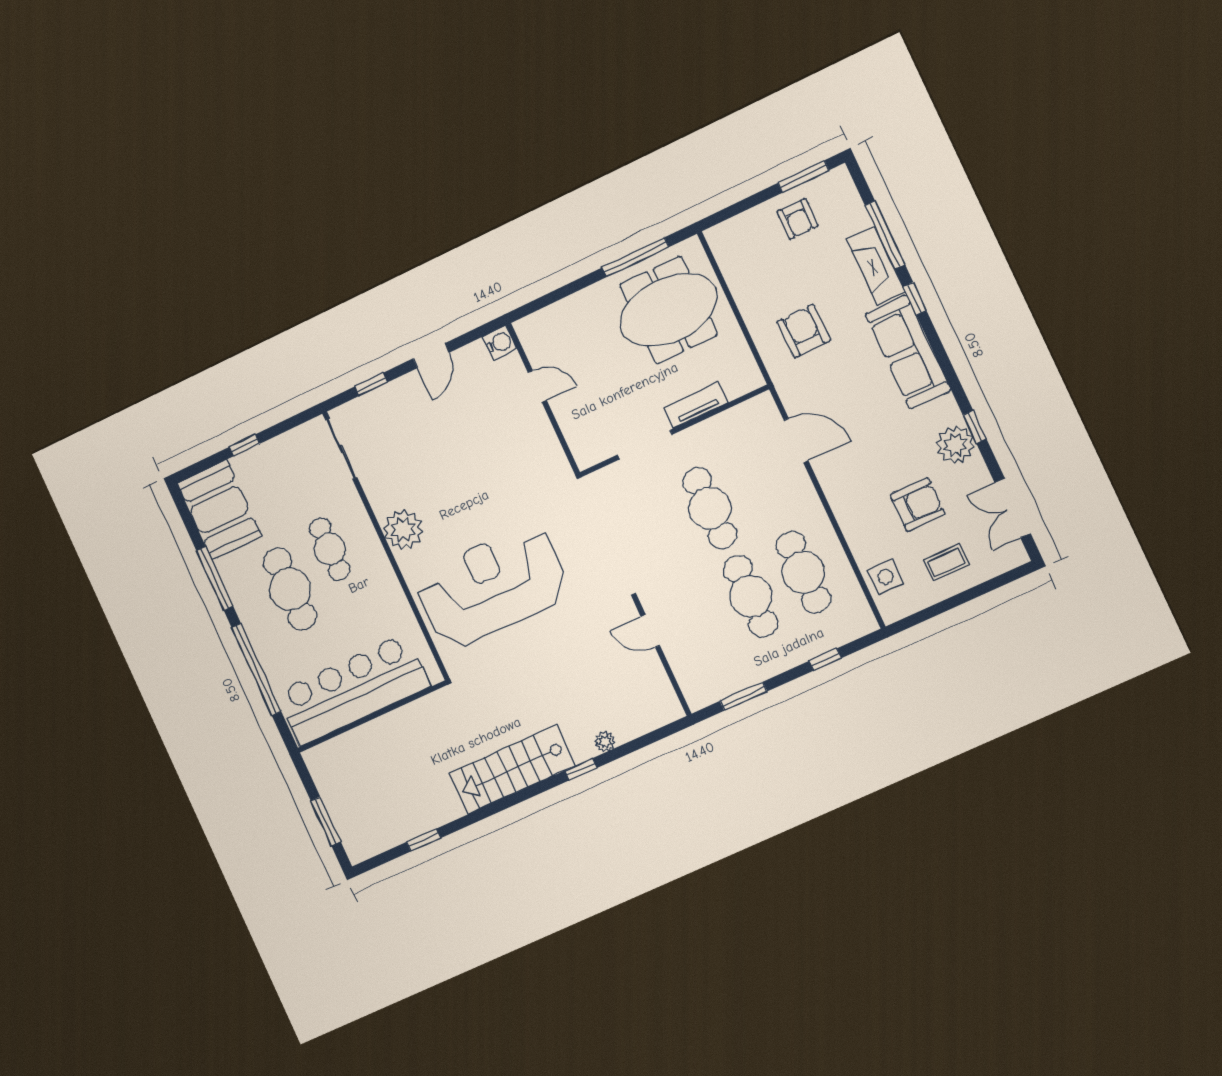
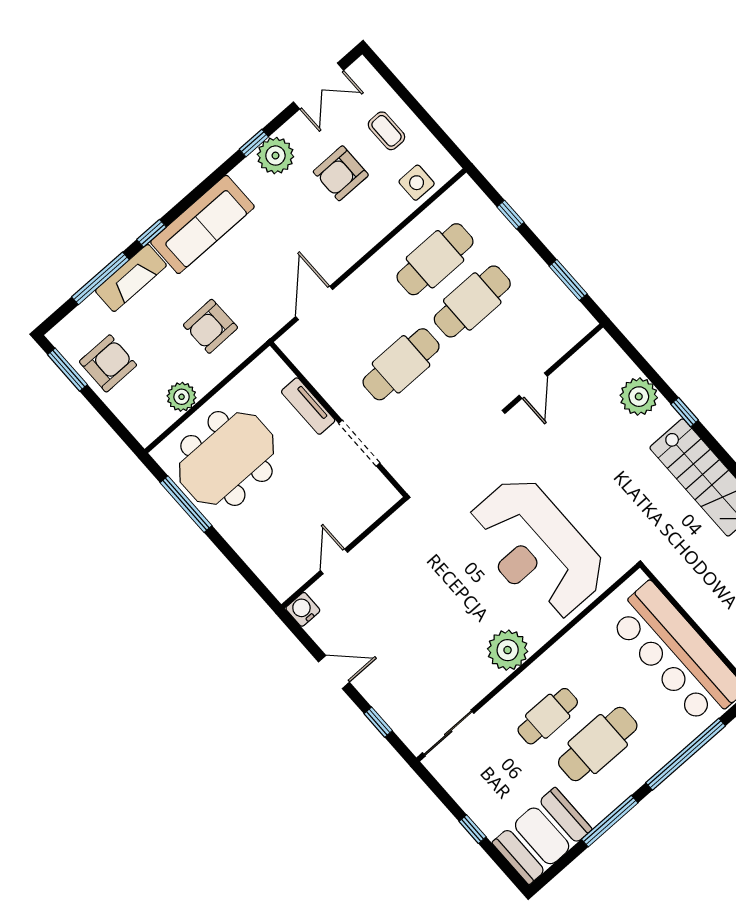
armchair: (797, 219) -> (108, 363), width x1.38, depth x1.38
plant: (742, 283) -> (182, 397), added
meeting table: (668, 310) -> (226, 458), turned 90
armchair: (918, 504) -> (341, 173), turned -90
plant: (605, 742) -> (639, 397), width x1.88, depth x1.88

